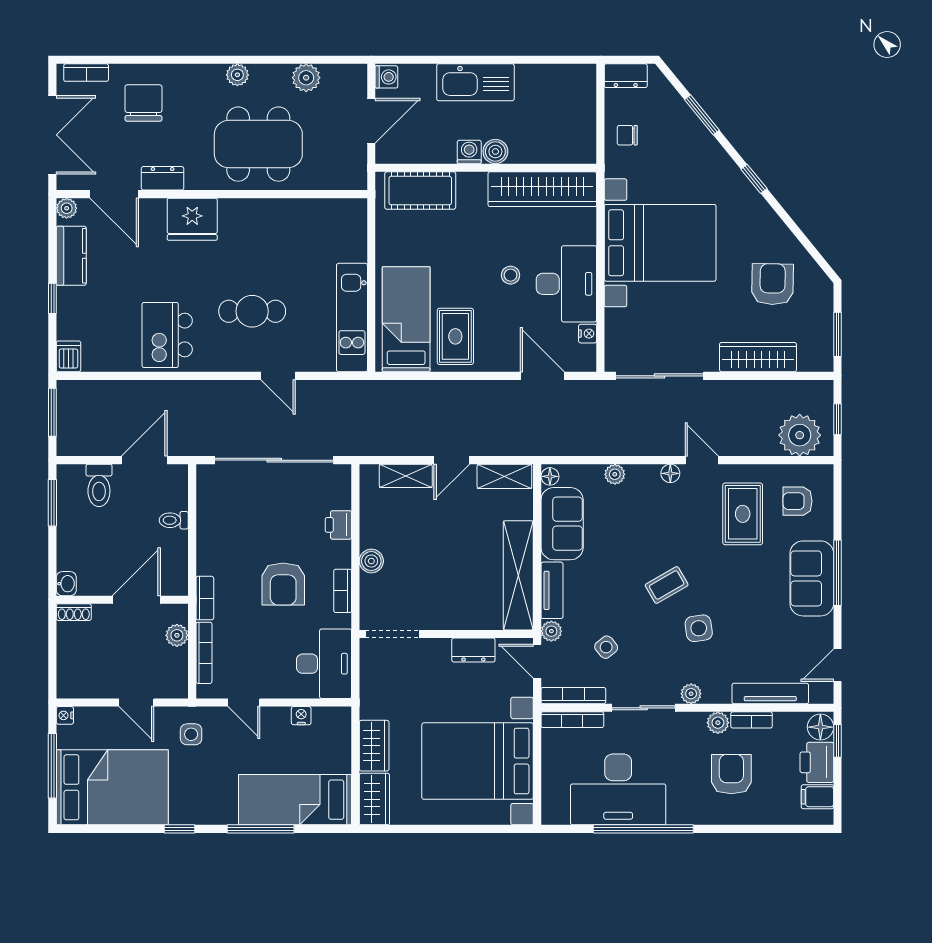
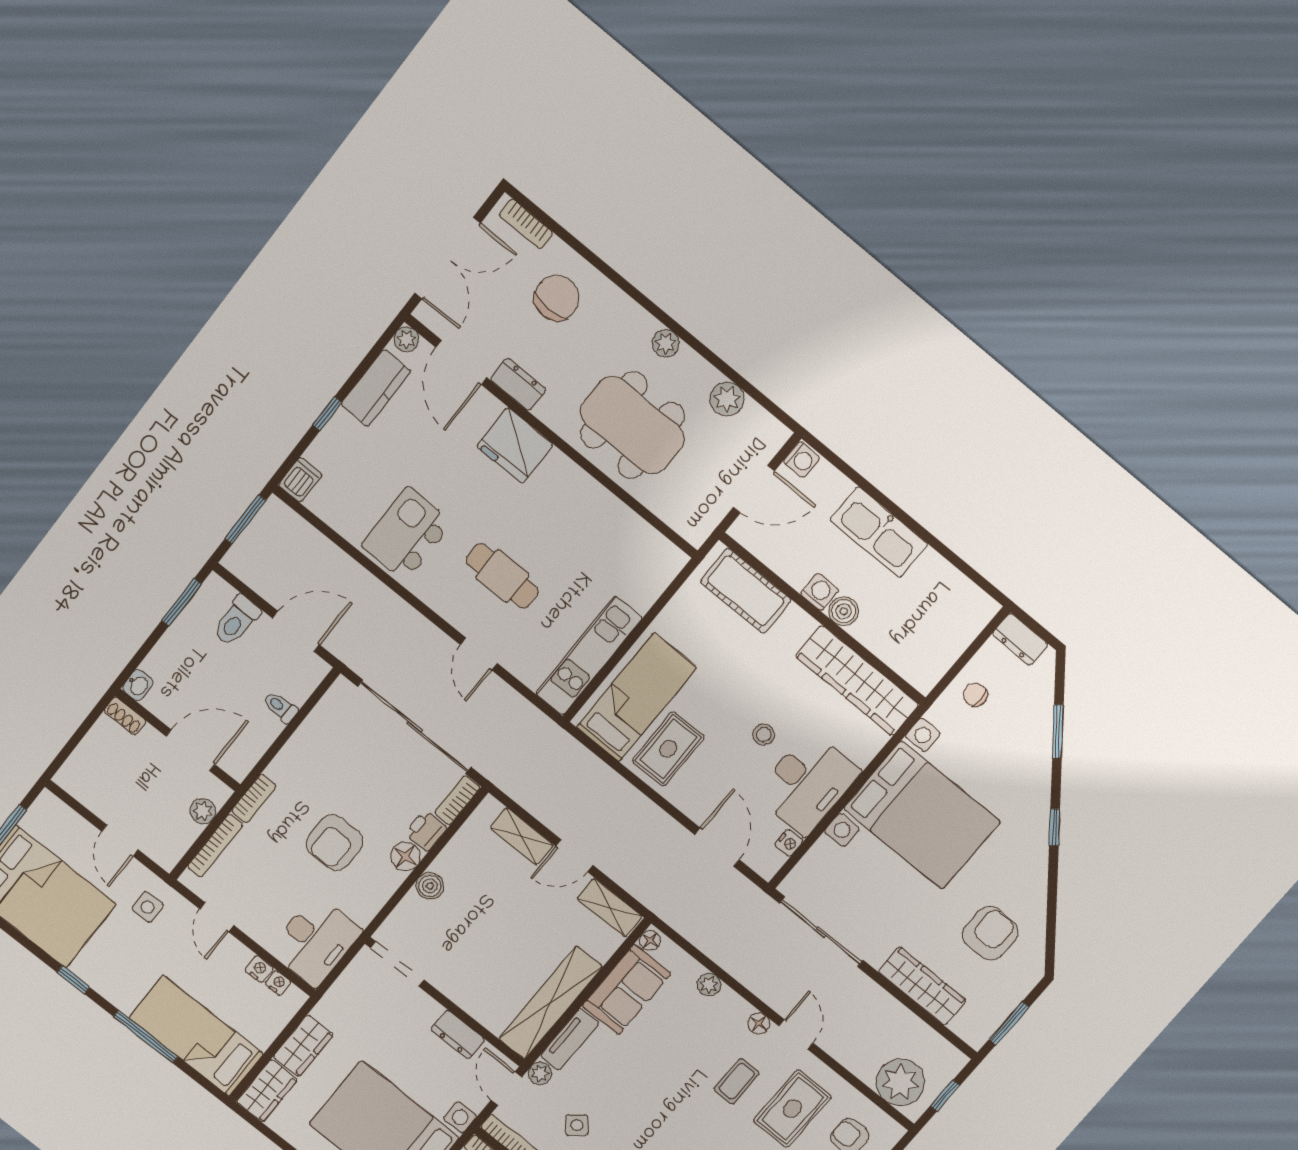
floor lamp: (339, 554) -> (405, 856), added
coffee table: (667, 585) -> (737, 1081), moved, turned -60
bookcase: (343, 591) -> (457, 800), moved
nightstand: (65, 715) -> (278, 983), moved, turned 90

